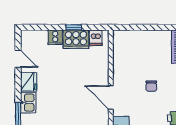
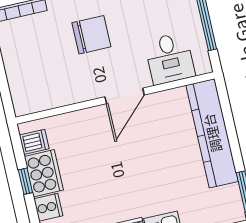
chair: (151, 86) -> (91, 35), width x1.87, depth x1.87

